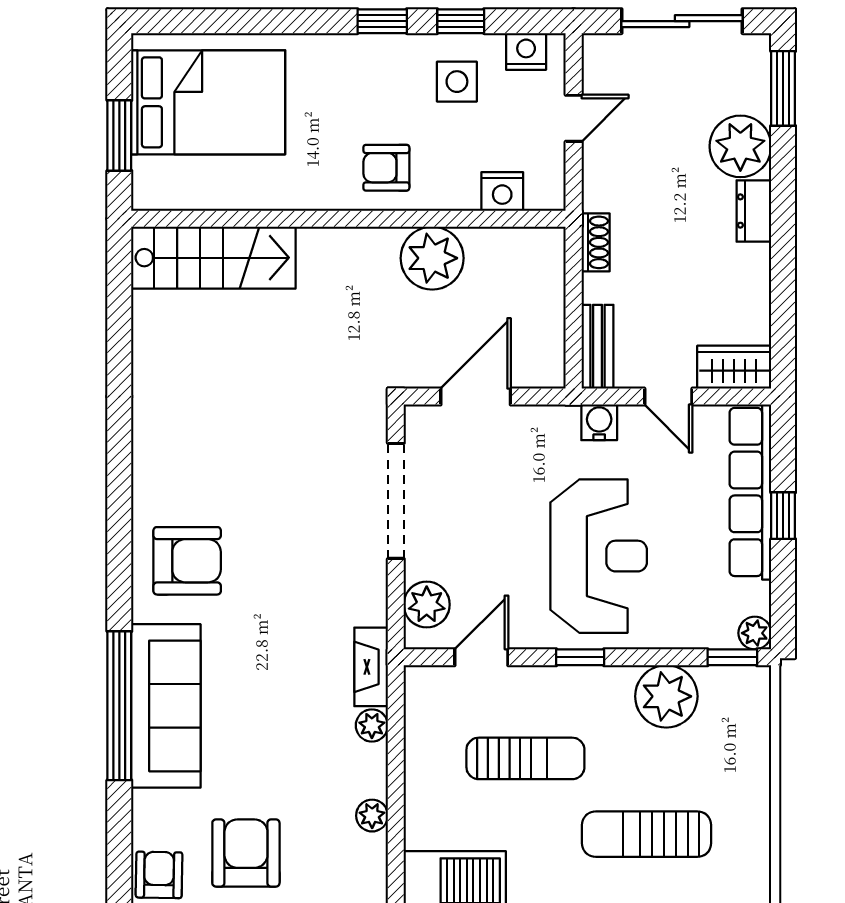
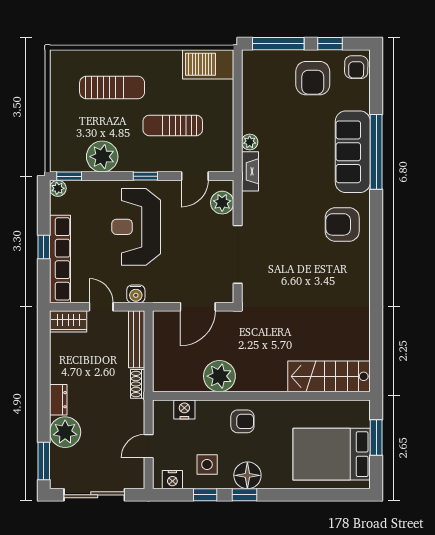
floor lamp: (376, 60) -> (247, 475), added
bench: (598, 347) -> (137, 339), width x1.36
plant: (372, 816) -> (250, 97), removed

